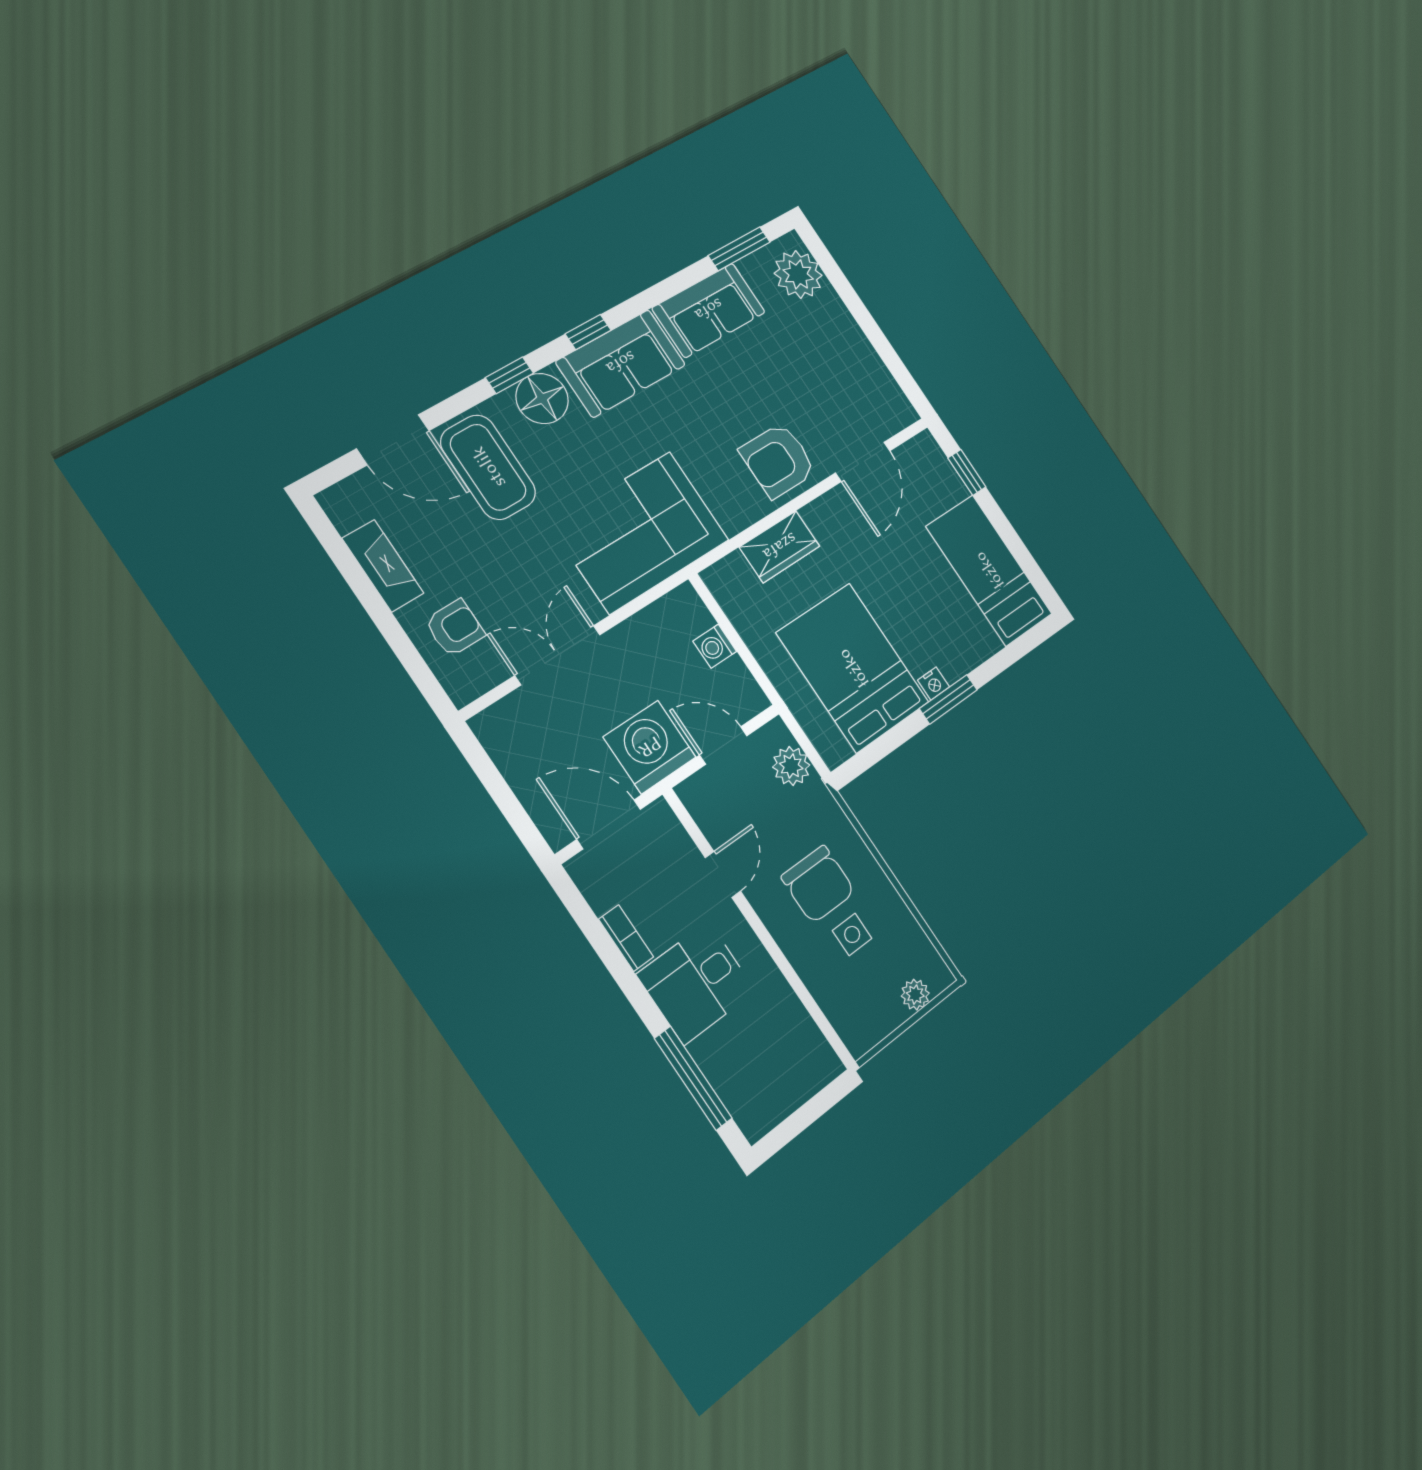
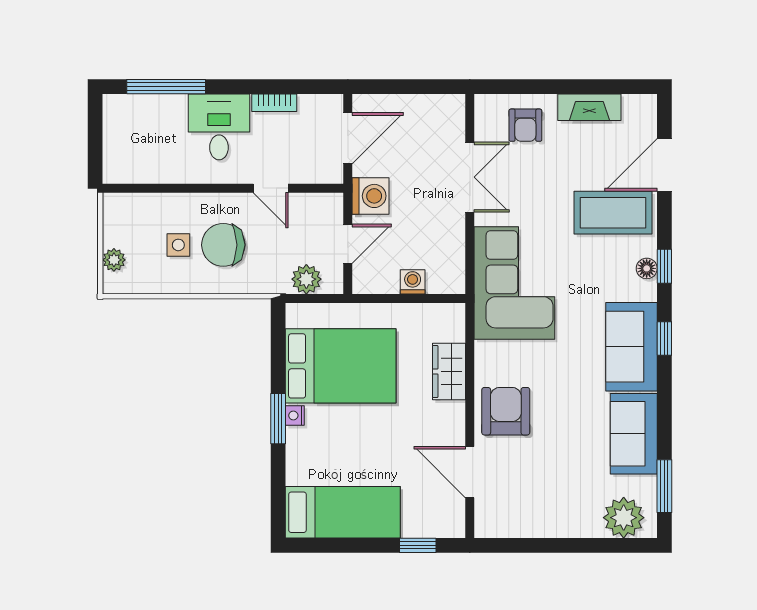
floor lamp: (542, 398) -> (647, 268), width x0.53, depth x0.53
washing machine: (650, 747) -> (371, 196), width x0.73, depth x0.73

